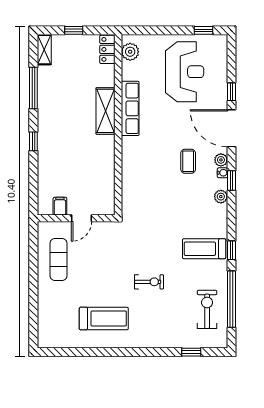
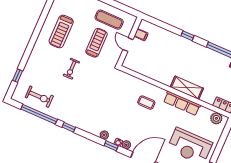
coffee table: (188, 161) -> (146, 103), moved
treadmill: (204, 249) -> (96, 43), moved

